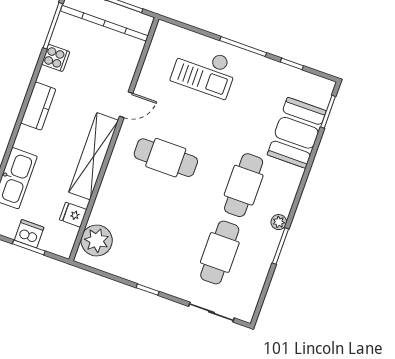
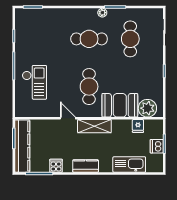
booth: (297, 133) -> (120, 105), moved
shelving: (94, 156) -> (94, 126), width x0.68
cafe table: (220, 253) -> (130, 39), turned 90

